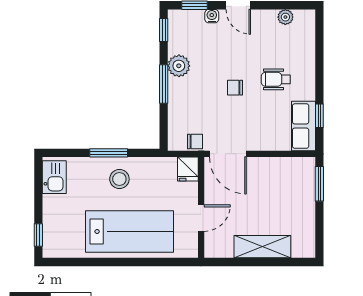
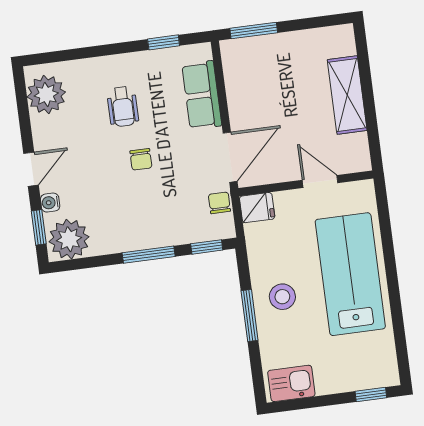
plant: (285, 17) -> (46, 95), width x1.88, depth x1.88
window: (164, 30) -> (207, 247), moved
plant: (179, 66) -> (69, 239), moved, width x1.36, depth x1.36
row of seats: (303, 126) -> (202, 95), moved, turned 90

